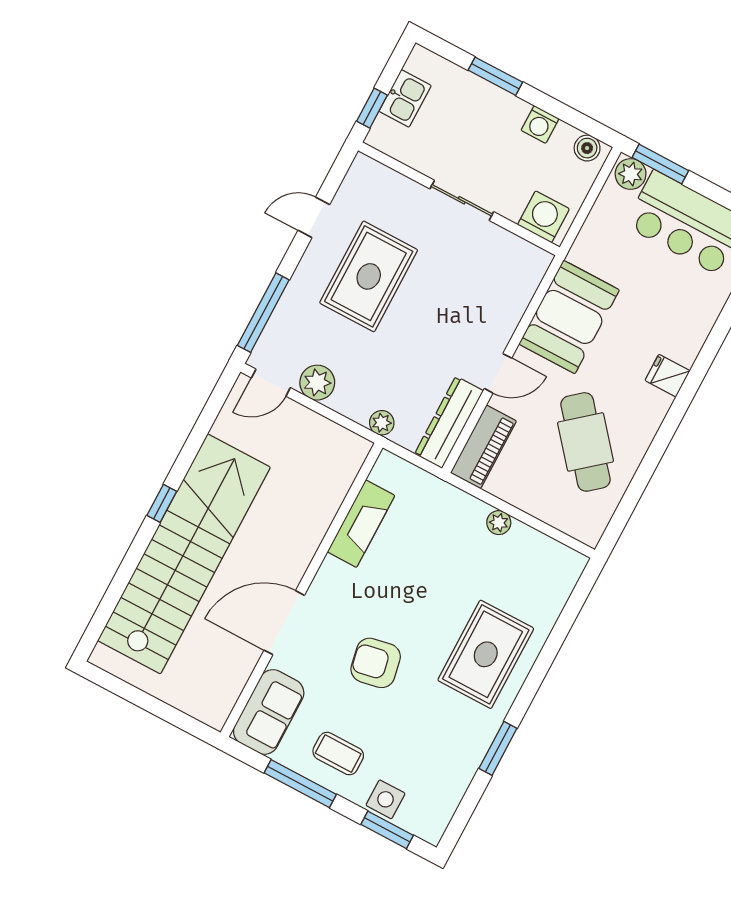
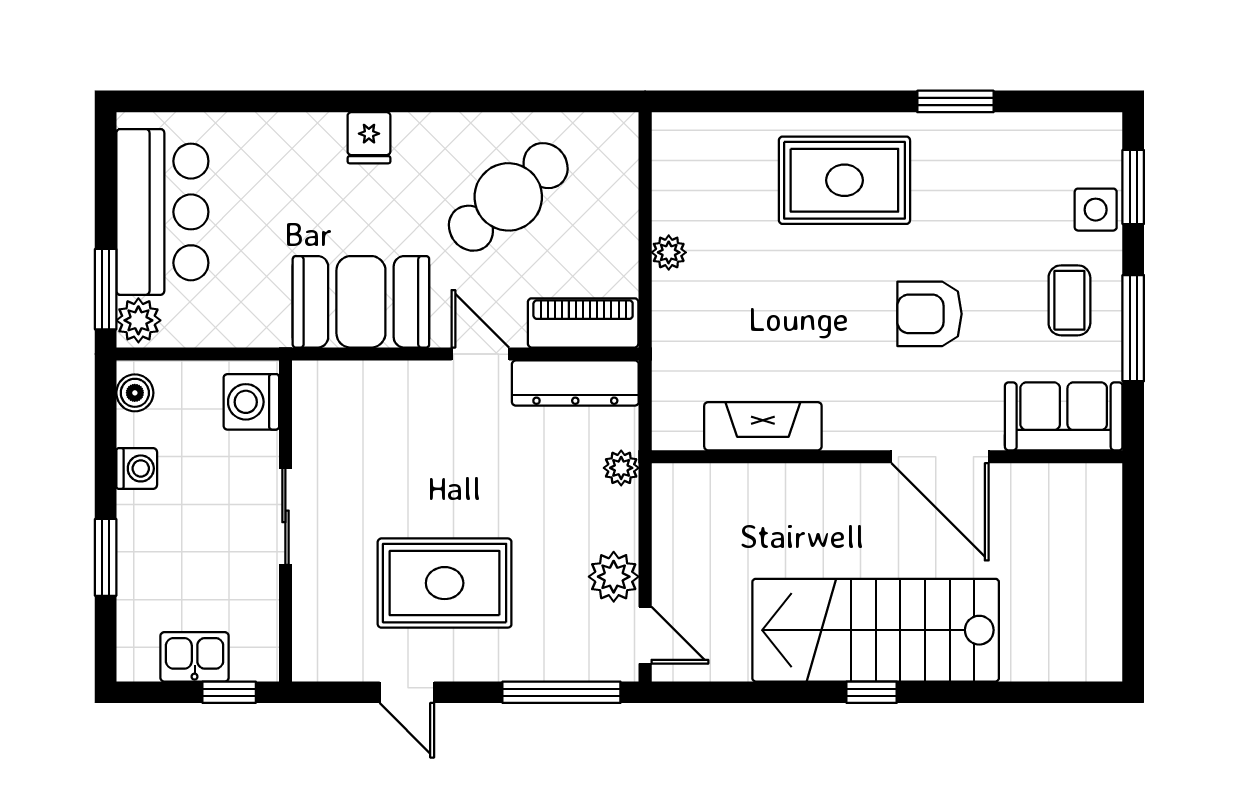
stairs: (184, 554) -> (876, 630), width x0.73
armchair: (376, 663) -> (929, 314), turned 101

